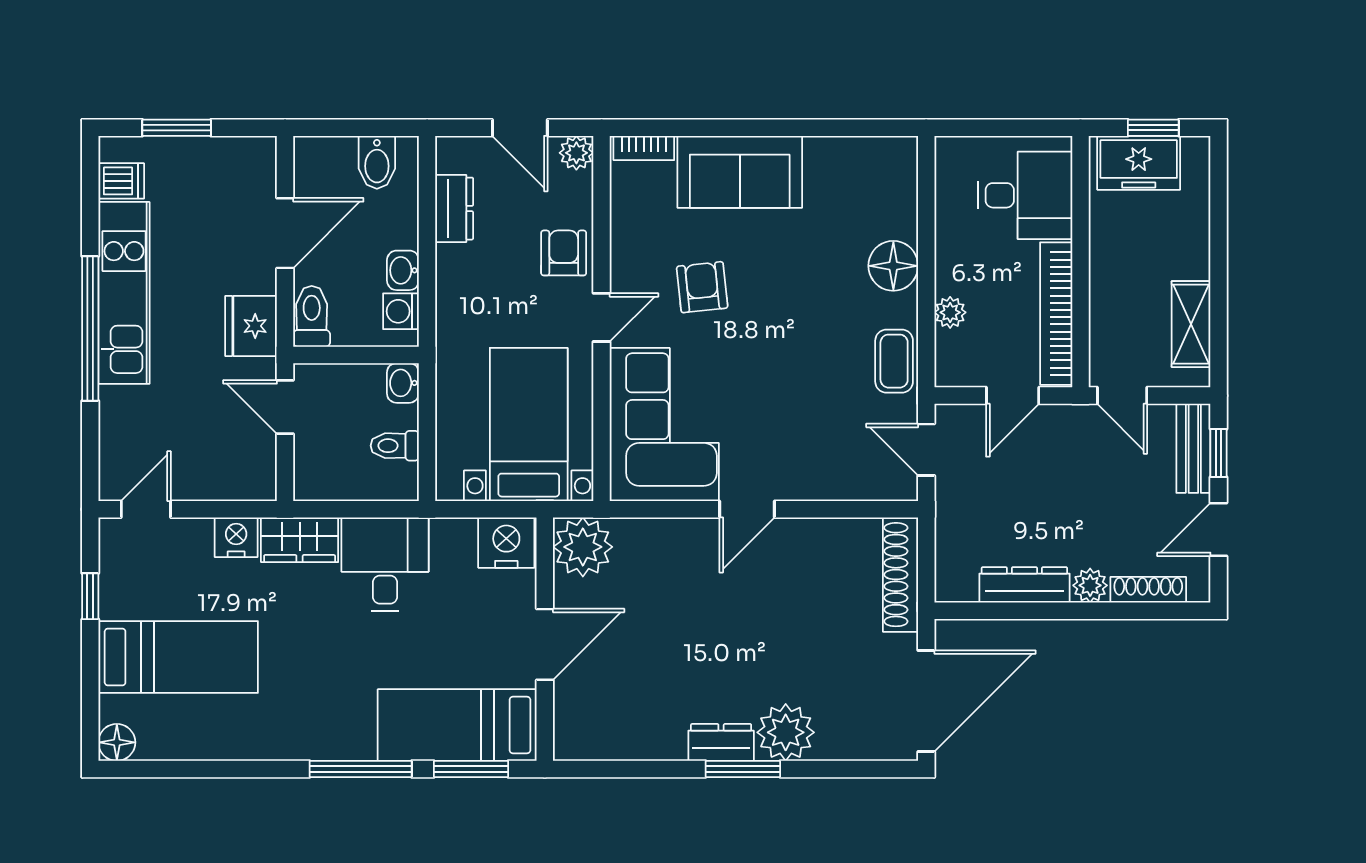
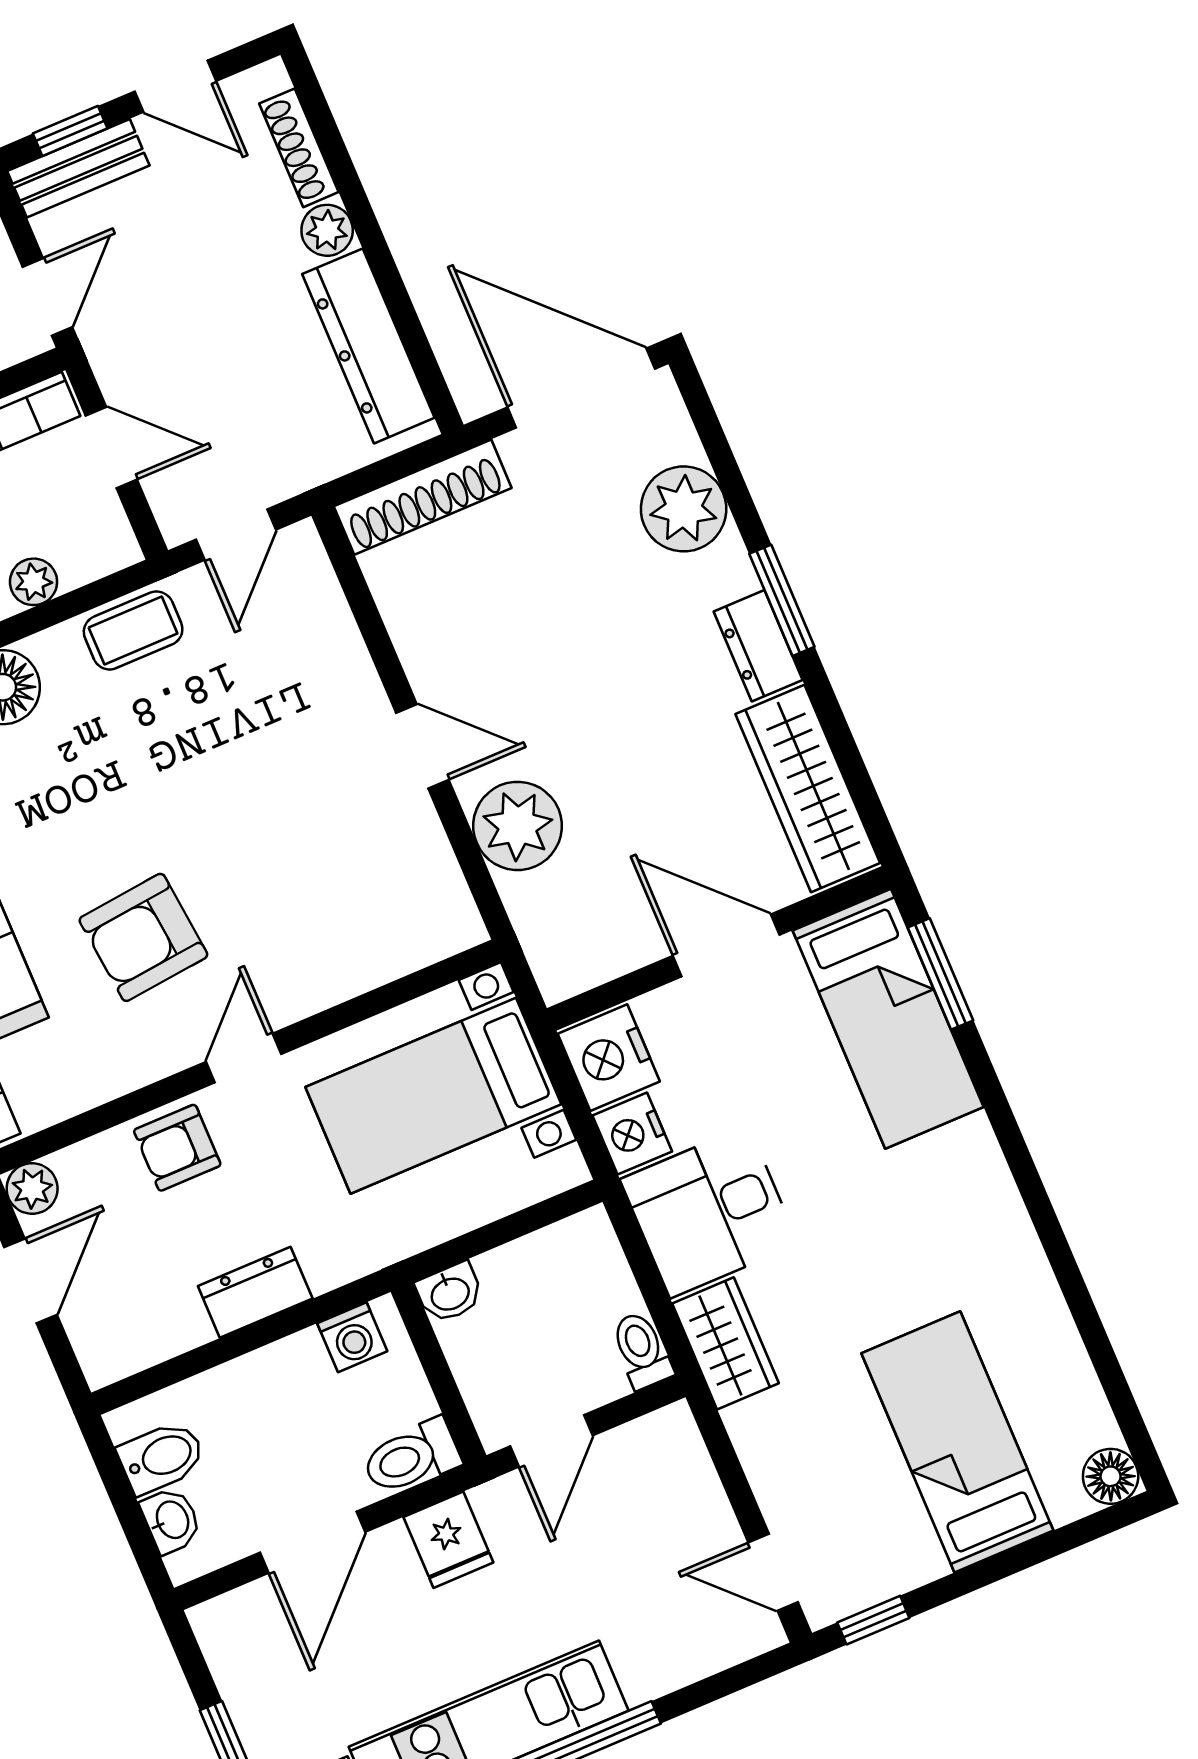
dresser: (454, 209) -> (255, 1292), moved
door: (285, 233) -> (312, 1542), swing flipped
washbasin: (403, 270) -> (171, 1520), moved, turned -90
armchair: (702, 287) -> (143, 937), width x1.38, depth x1.38
door: (602, 317) -> (244, 1058), hinge flipped
fridge: (251, 326) -> (448, 1540), width x0.72
corner sofa: (664, 425) -> (354, 909), removed
toilet: (395, 446) -> (642, 1350), moved, turned 180
nightstand: (236, 537) -> (632, 1134), moved
plant: (583, 547) -> (518, 826), moved
dresser: (1024, 585) -> (368, 346), width x1.37, depth x1.24
window: (90, 596) -> (873, 1620), moved
plant: (786, 732) -> (684, 509), moved
wardrobe: (620, 736) -> (808, 788), added
window: (361, 769) -> (1005, 1126), removed

